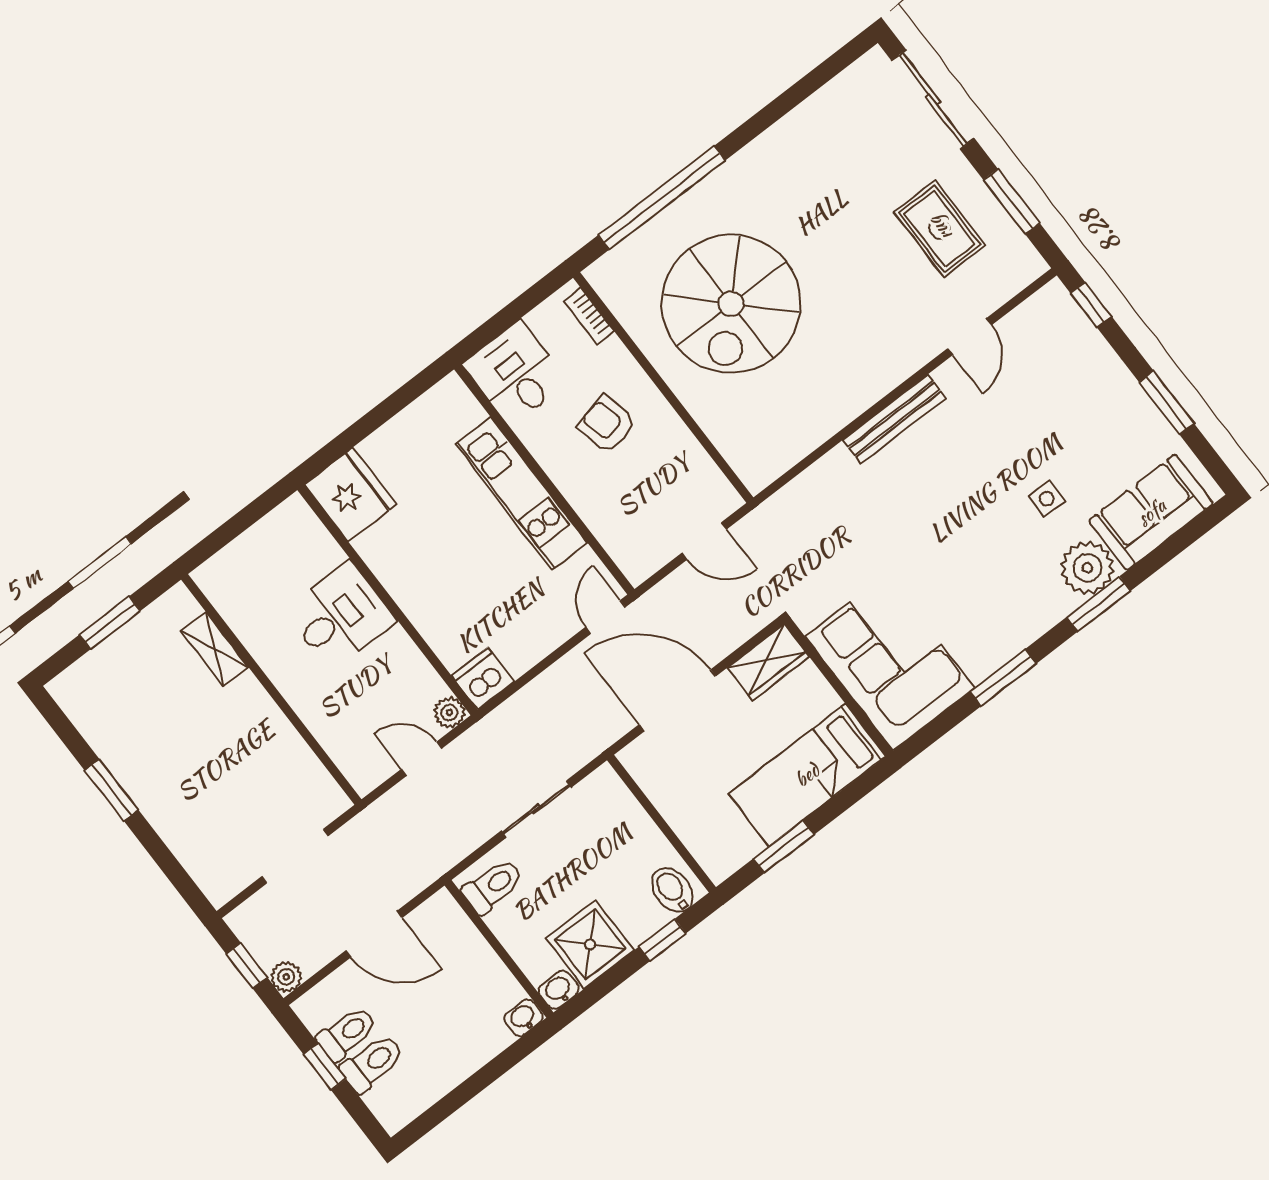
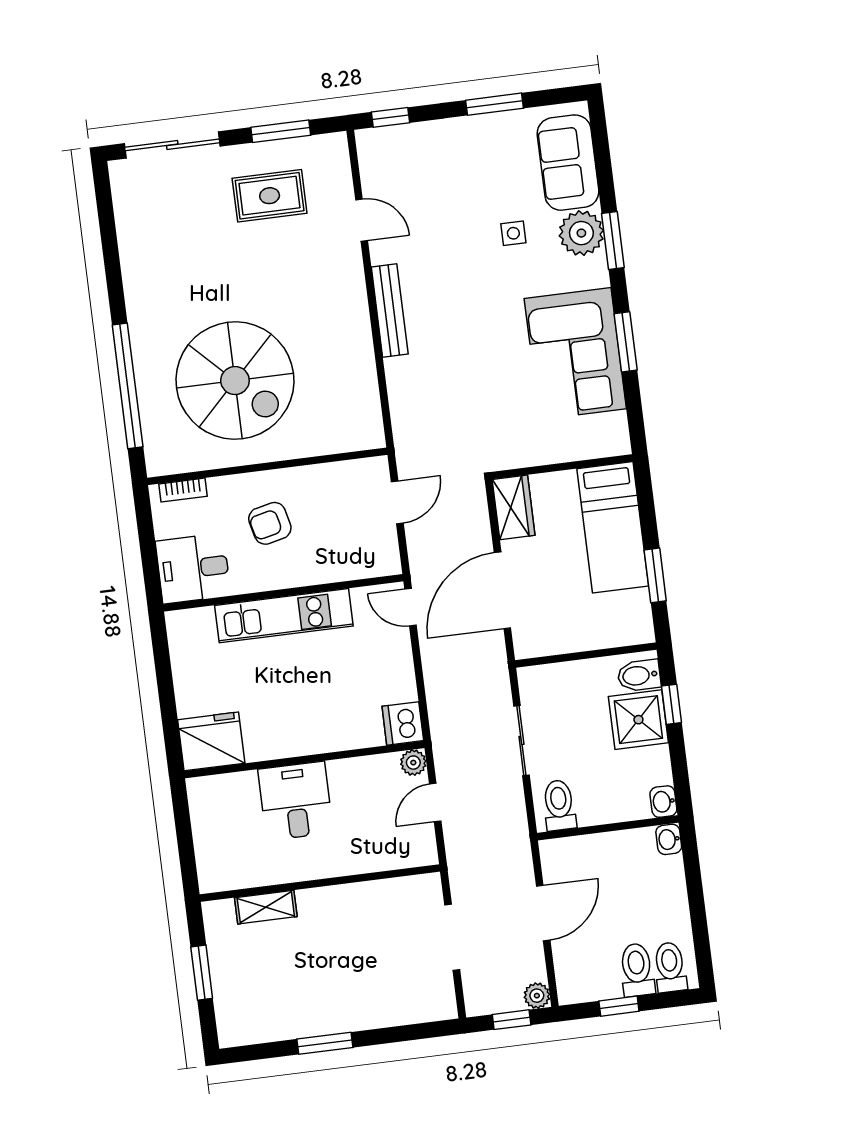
corner sofa: (890, 662) -> (575, 354), moved, turned -90
shower: (590, 944) -> (638, 720), moved
toilet: (347, 1033) -> (670, 967), moved

